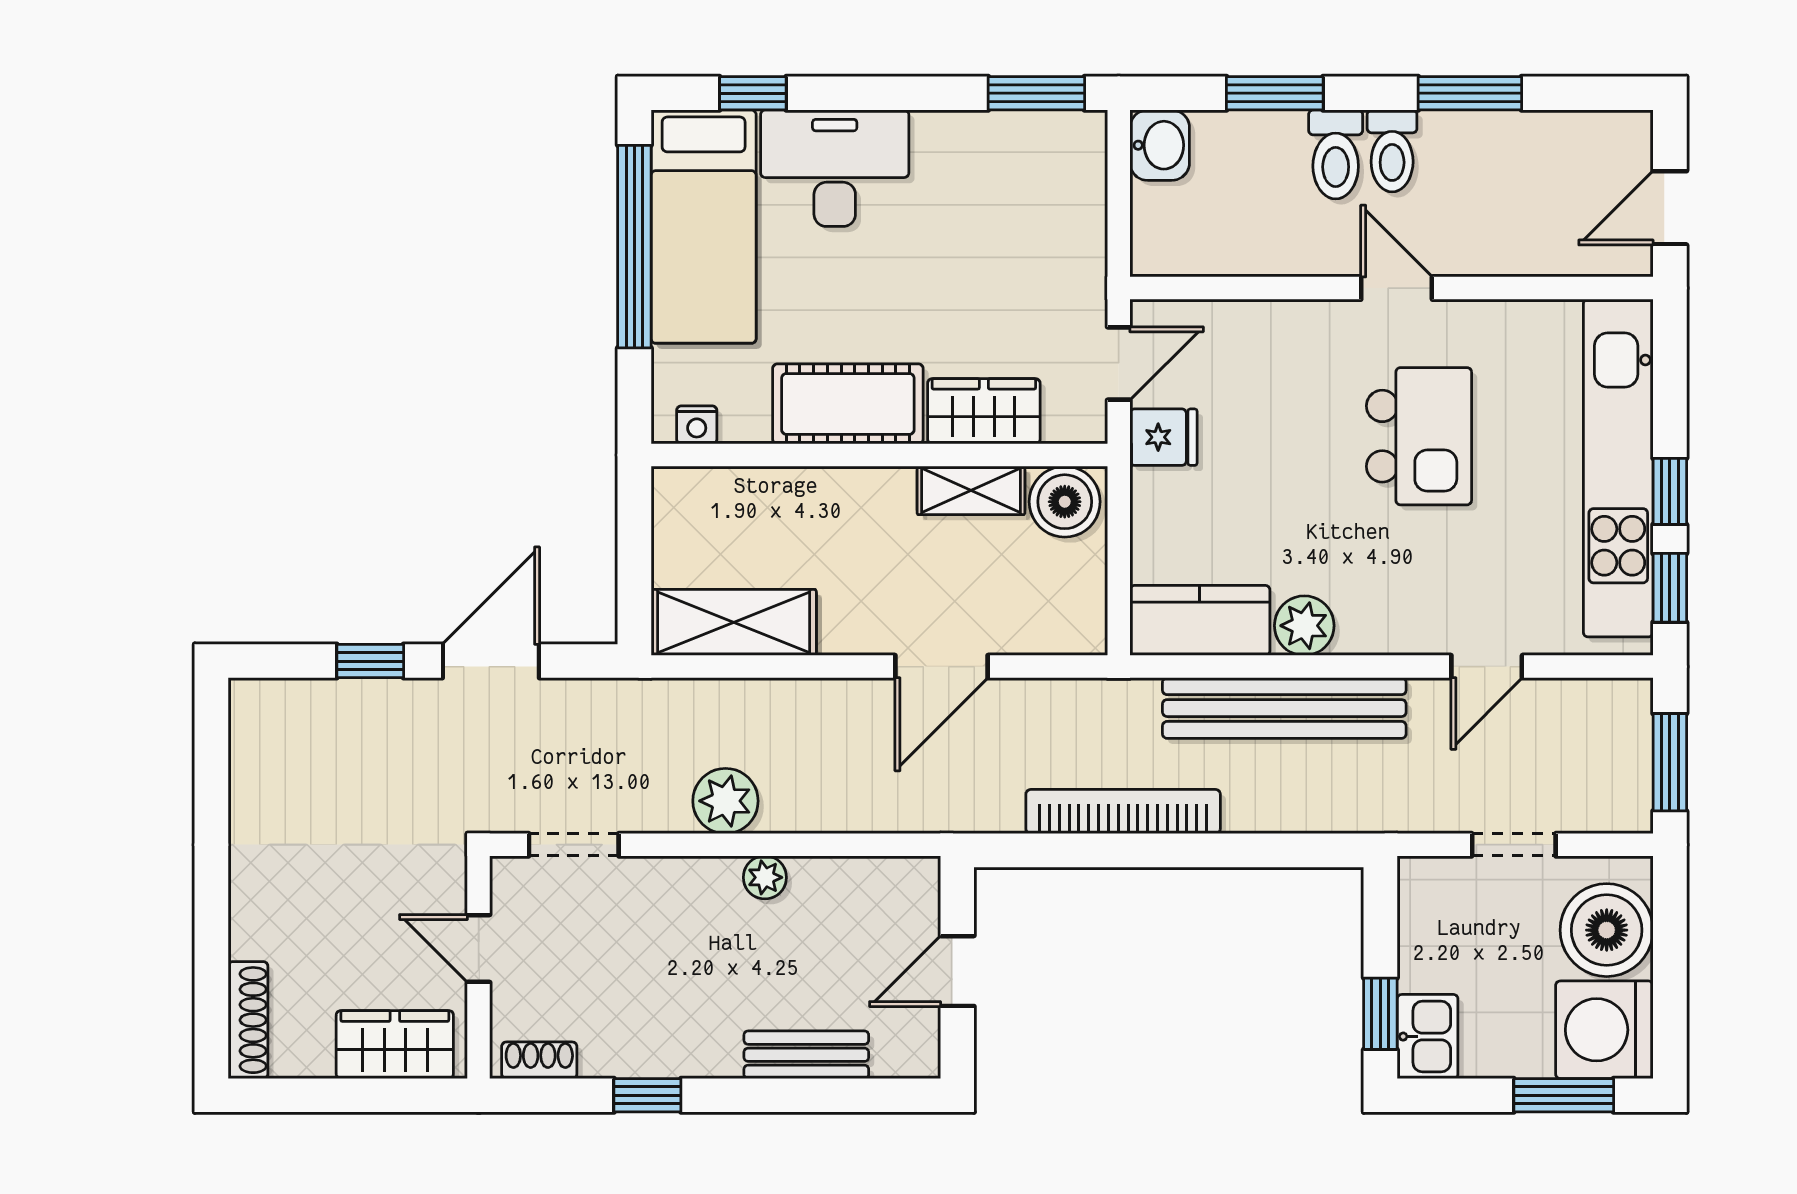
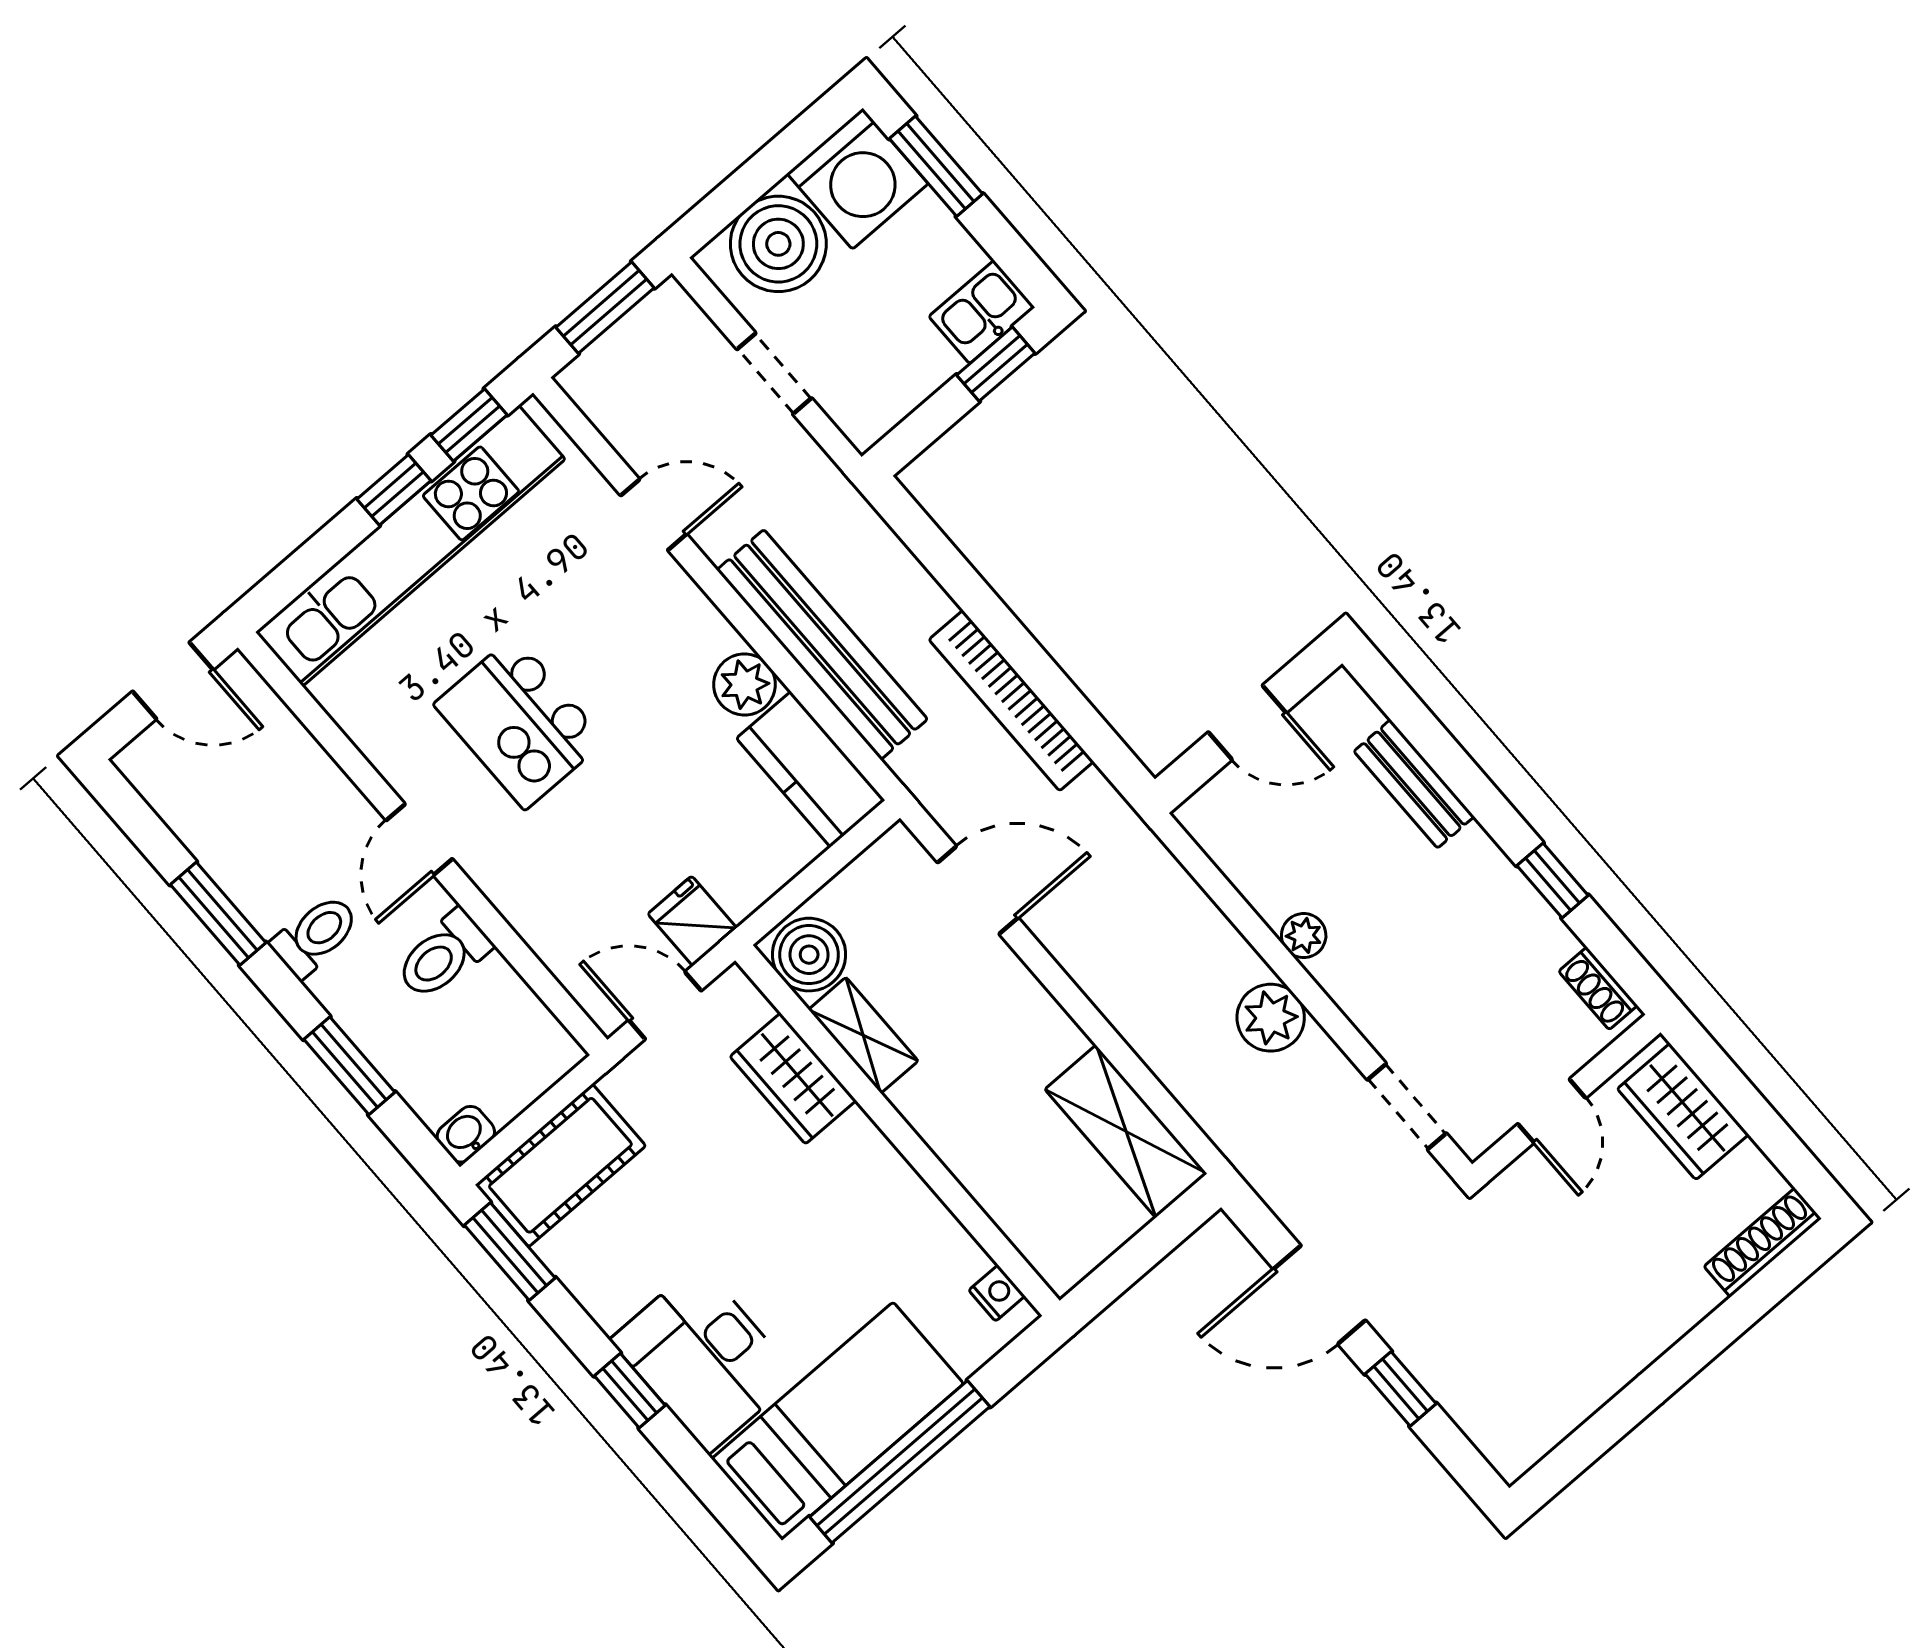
window: (753, 93) -> (630, 1391), moved
washbasin: (1160, 145) -> (466, 1134), width x0.72, depth x0.69
toilet: (1336, 154) -> (443, 955), moved, turned 180
cot: (848, 404) -> (560, 1165), moved, turned 90
kitchen island: (1419, 436) -> (520, 722), turned -90
door: (942, 667) -> (978, 890), moved

